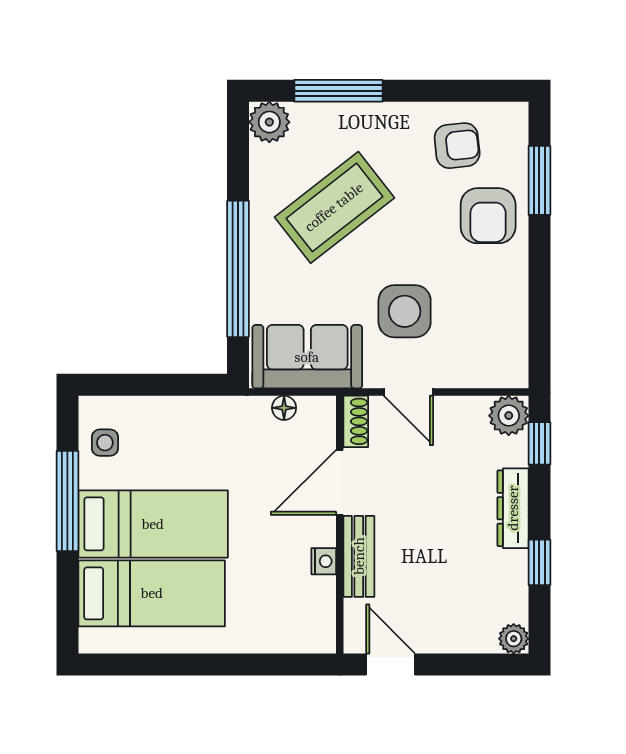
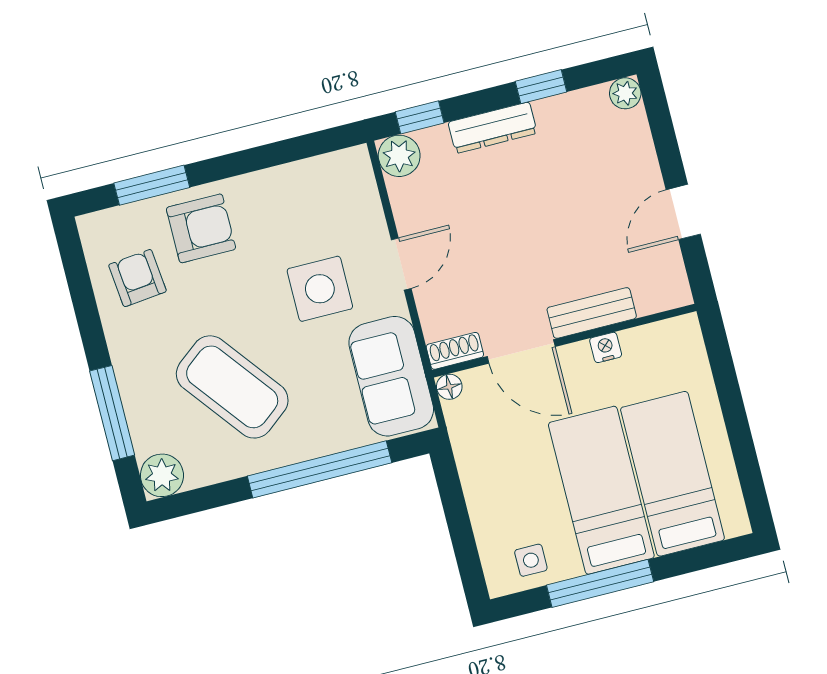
shoe rack: (356, 421) -> (455, 351), moved
door: (340, 482) -> (521, 351), moved
wall: (340, 525) -> (564, 341), moved
bench: (359, 556) -> (592, 313), moved
nightstand: (324, 561) -> (606, 347), moved

